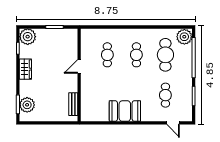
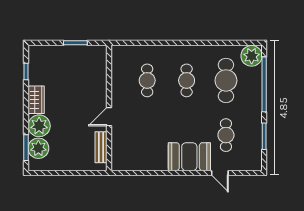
plant: (28, 37) -> (39, 126), moved
door: (79, 66) -> (109, 117), moved
booth: (125, 111) -> (189, 157), moved
door: (173, 123) -> (220, 173), moved

